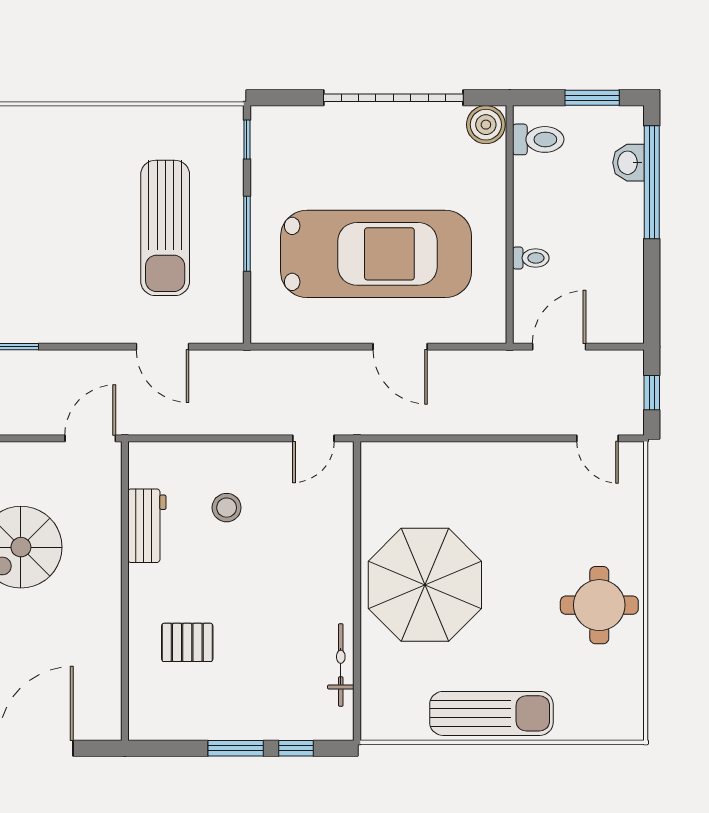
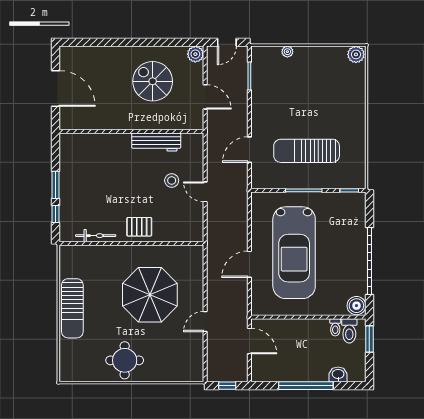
window: (592, 98) -> (369, 339), moved
window: (652, 182) -> (306, 386), moved
toilet: (531, 258) -> (335, 327), moved
door: (90, 438) -> (205, 97), moved
door: (313, 438) -> (205, 192), moved
door: (598, 438) -> (205, 322), moved
workbench: (147, 526) -> (156, 142), width x1.38
parasol: (425, 585) -> (150, 295), moved
pallet: (187, 642) -> (139, 227), moved, turned 90

